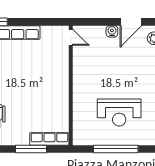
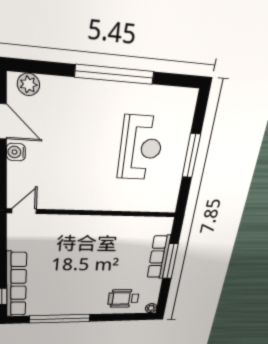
row of seats: (49, 139) -> (159, 257), moved
window: (116, 149) -> (191, 156), width x0.68

